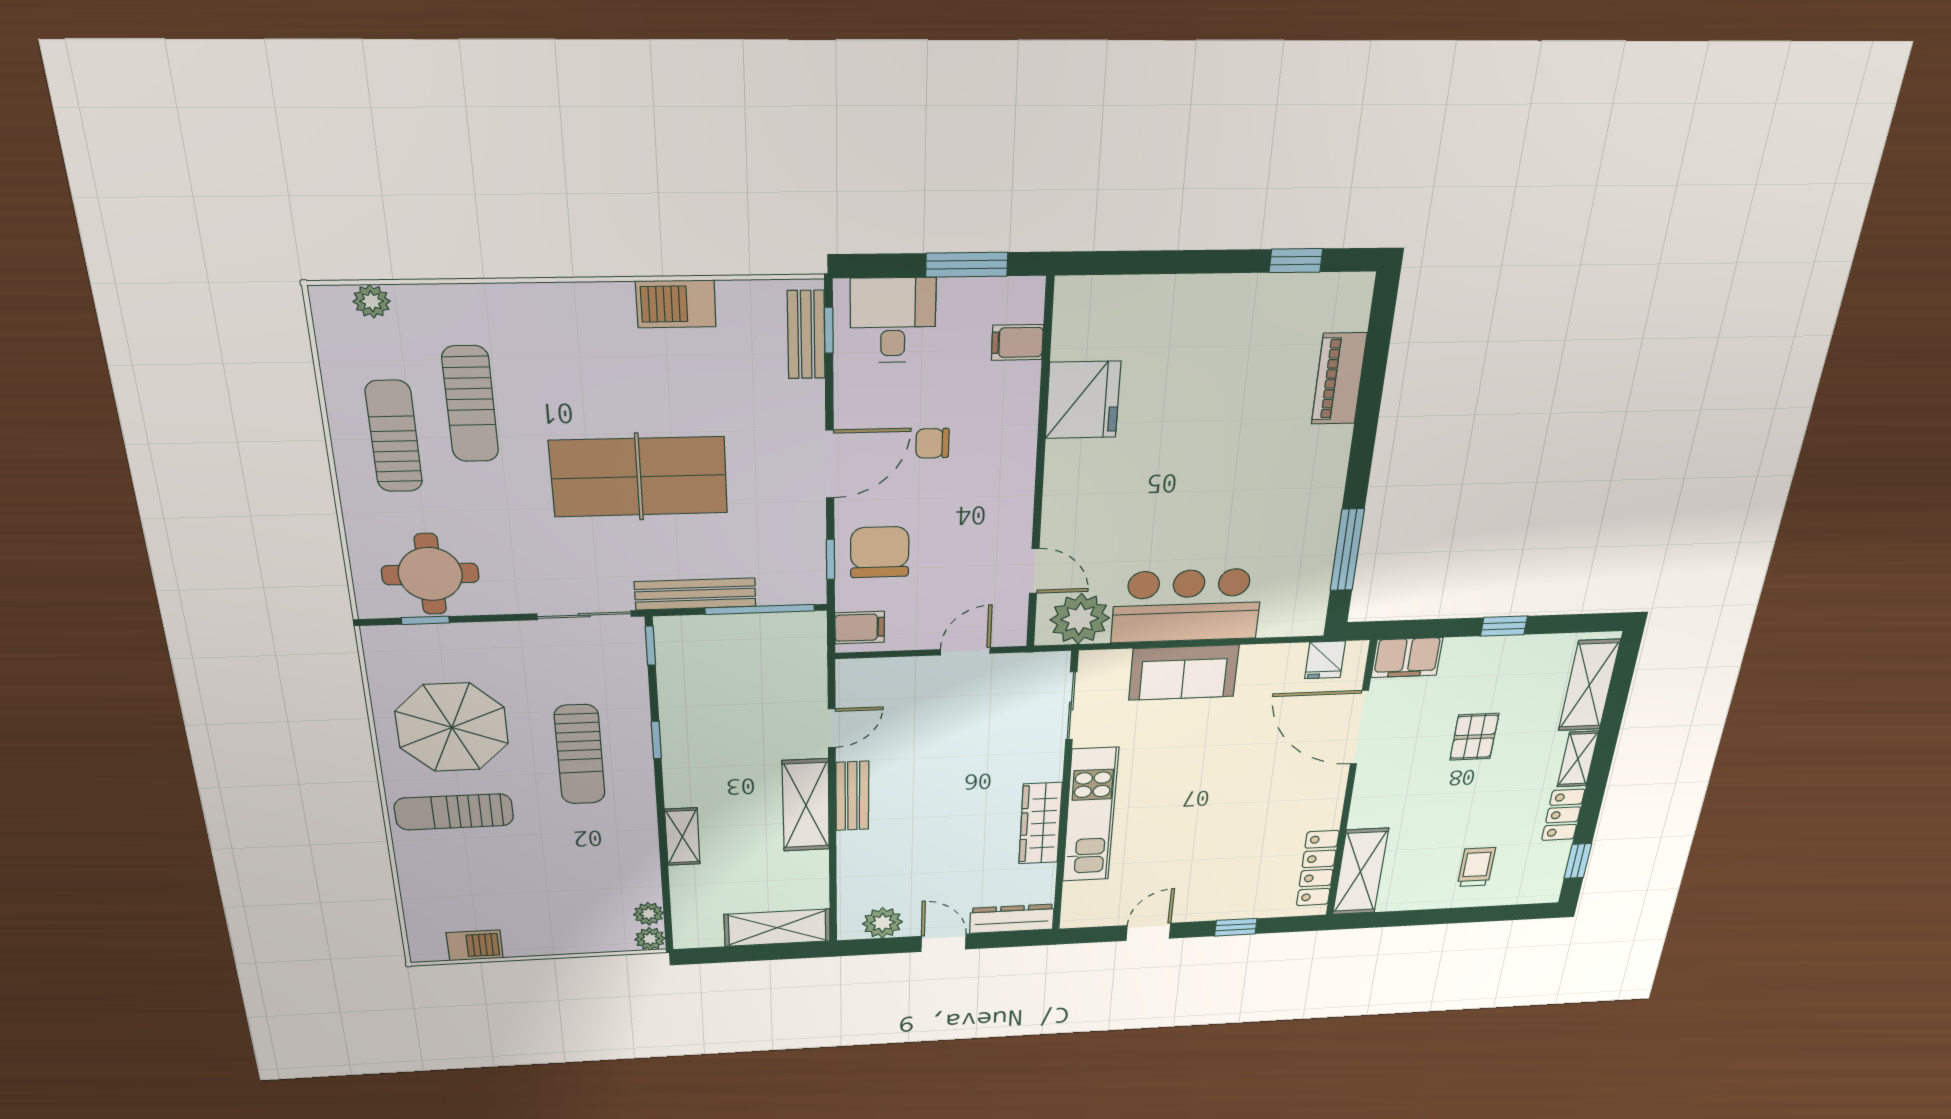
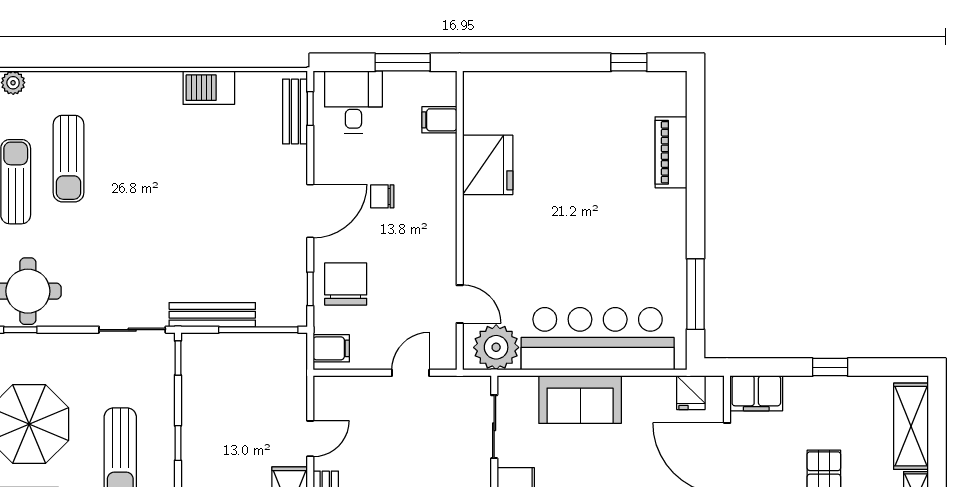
table tennis table: (639, 477) -> (177, 217), removed
bar counter: (1187, 606) -> (598, 339), width x1.36

